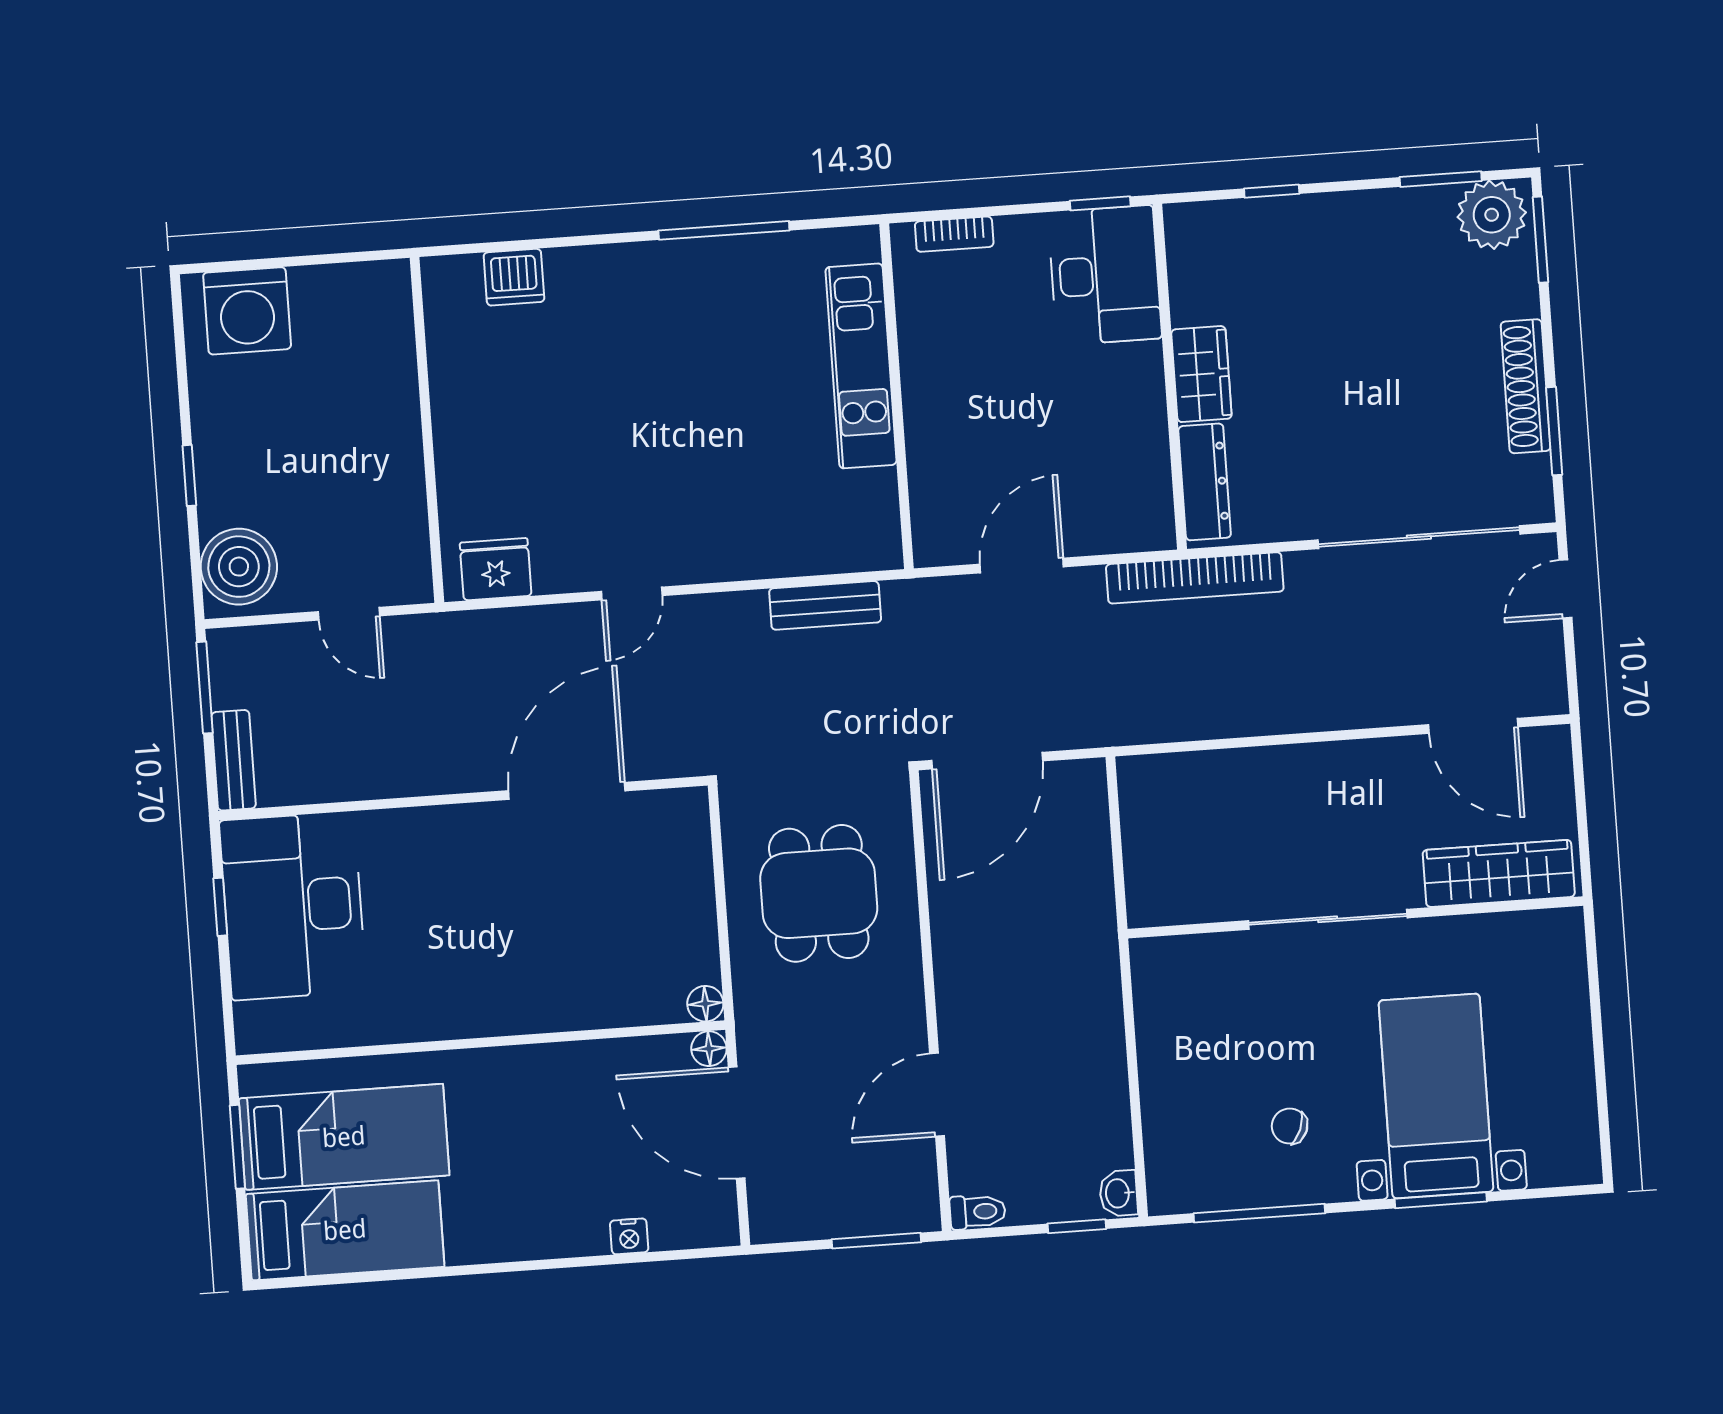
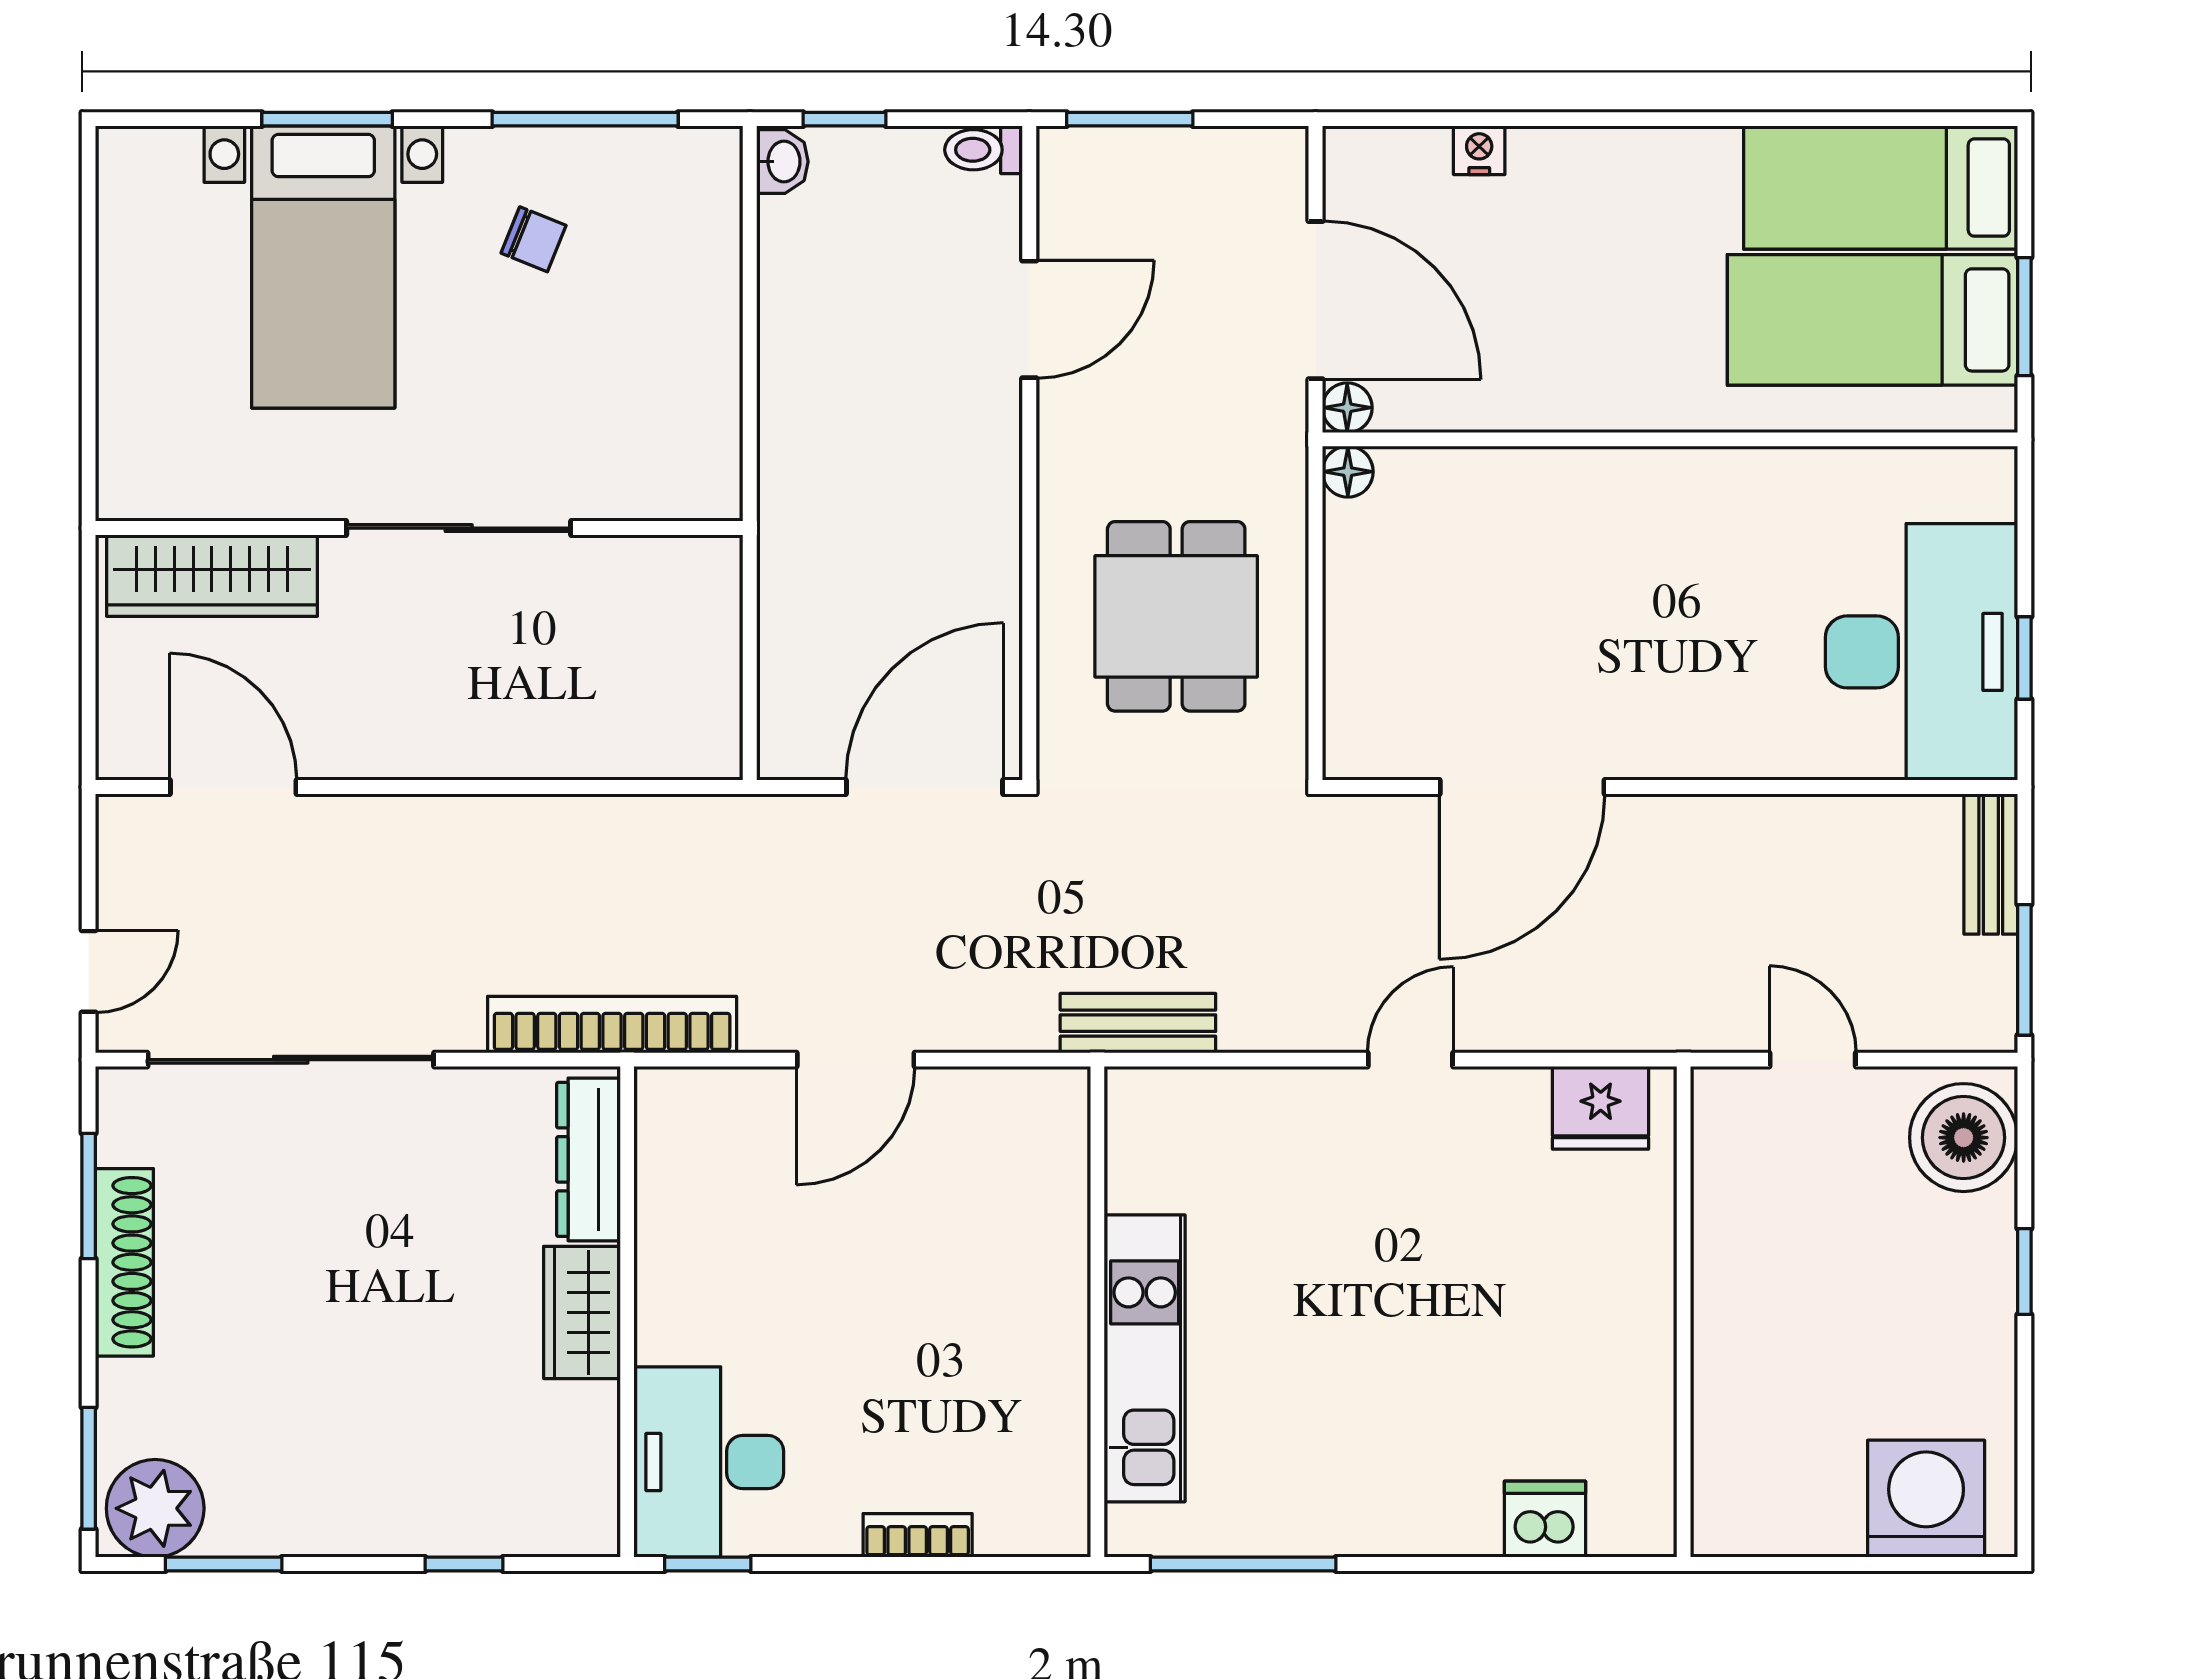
kitchen unit: (861, 366) -> (1145, 1358), moved
wall: (897, 396) -> (1097, 1312), moved

